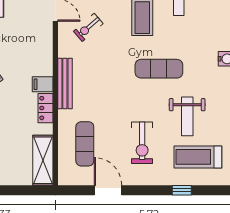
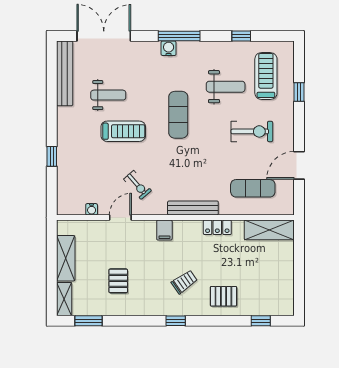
filing cabinet: (43, 84) -> (164, 230), moved
treadmill: (198, 157) -> (266, 76), turned 180

